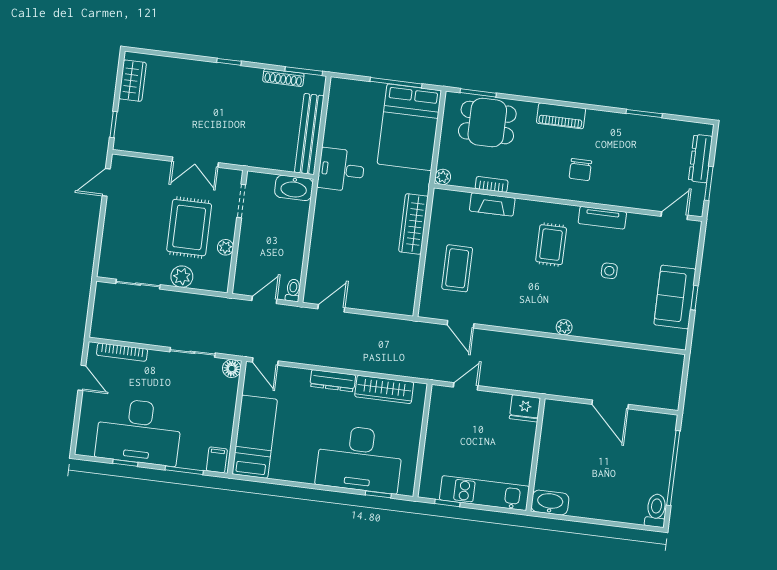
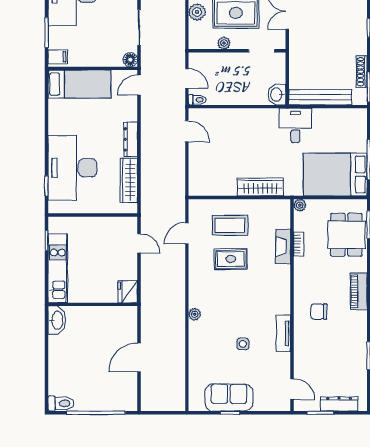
washbasin: (294, 188) -> (277, 95), width x0.72
rug: (551, 245) -> (231, 259), moved

